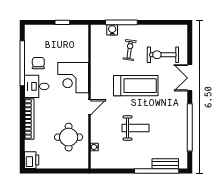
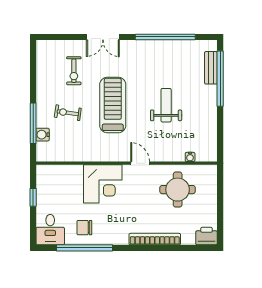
exercise bike: (163, 55) -> (74, 71), width x0.73, depth x0.72
desk: (37, 86) -> (50, 230), moved

